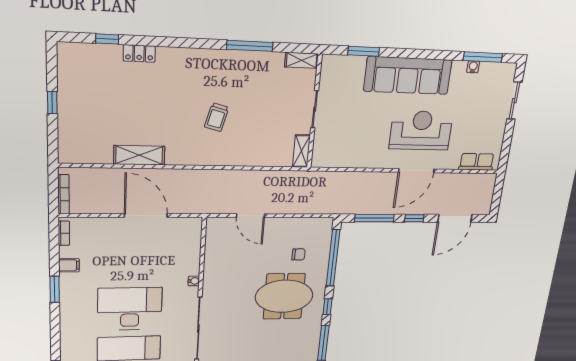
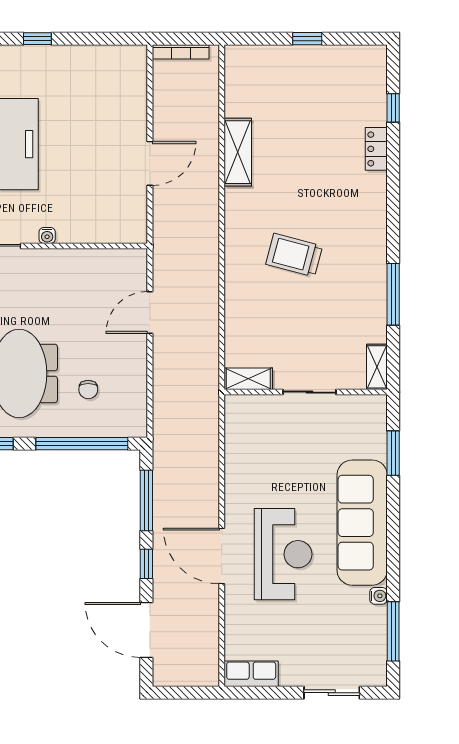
water cooler: (473, 67) -> (378, 596), moved
trolley: (217, 117) -> (294, 255), width x1.36, depth x1.39
row of seats: (477, 162) -> (251, 674), moved, turned -90
door: (146, 215) -> (150, 163), width x0.73
bookcase: (64, 233) -> (123, 52), removed
filing cabinet: (69, 265) -> (74, 59), removed
window: (55, 289) -> (37, 39), width x0.67

